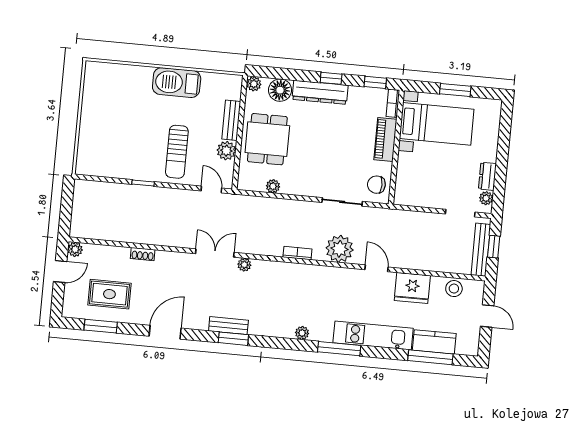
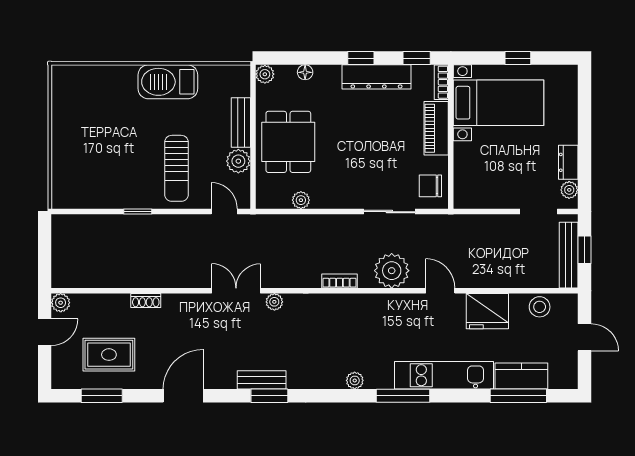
floor lamp: (280, 90) -> (305, 72), width x0.53, depth x0.53
window: (455, 90) -> (518, 58), width x0.67
dresser: (320, 92) -> (376, 77), moved

